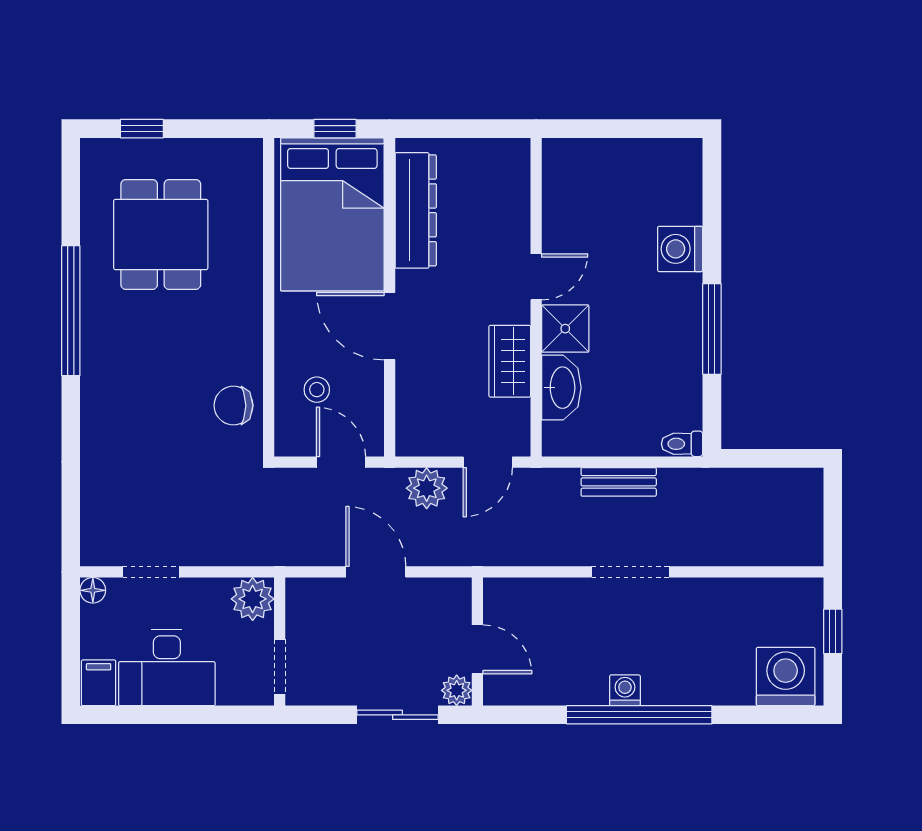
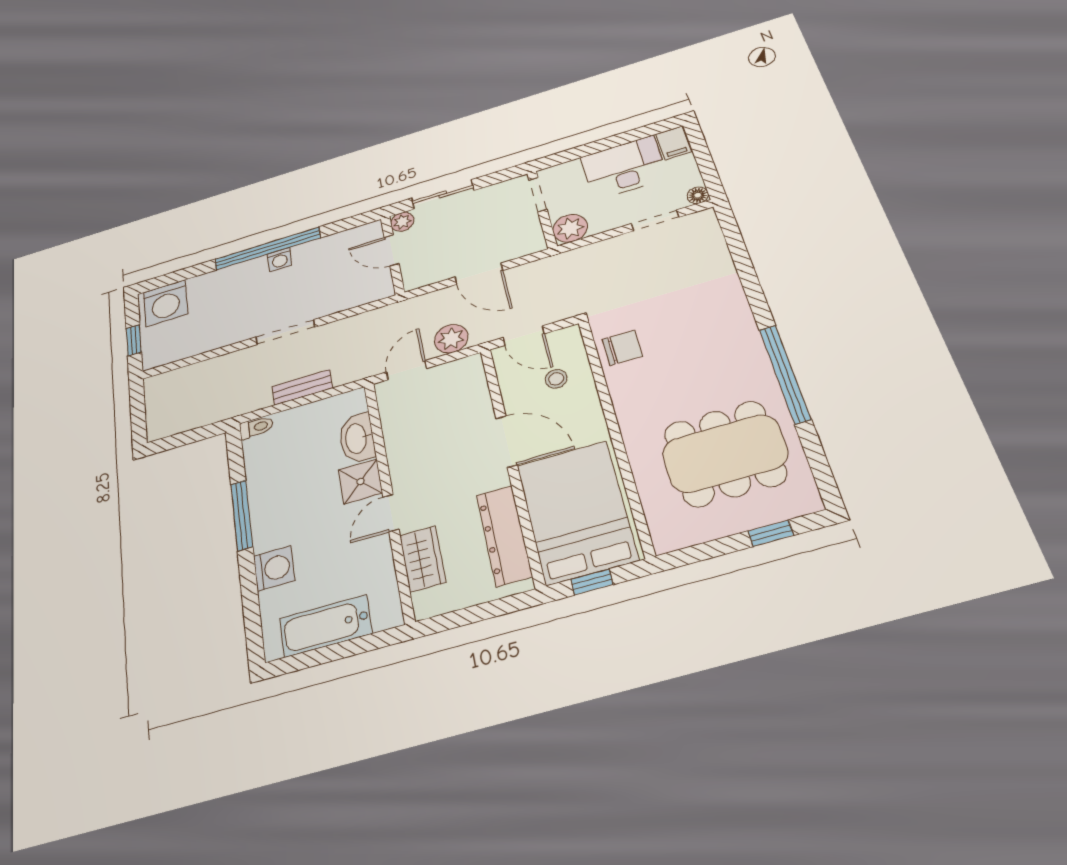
bathtub: (629, 162) -> (326, 626), added
dining table: (161, 234) -> (725, 454), width x1.38
wardrobe: (510, 361) -> (423, 559), moved

